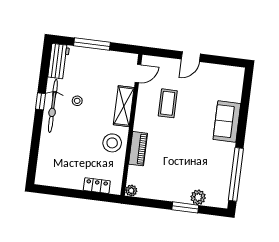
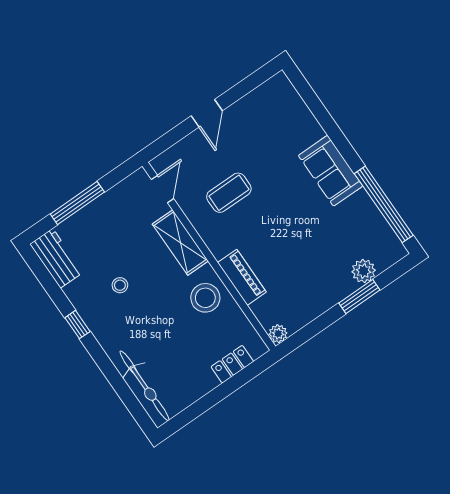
coffee table: (168, 103) -> (229, 193), turned 90
bicycle: (53, 106) -> (145, 386), moved
sofa: (227, 122) -> (331, 171), moved

